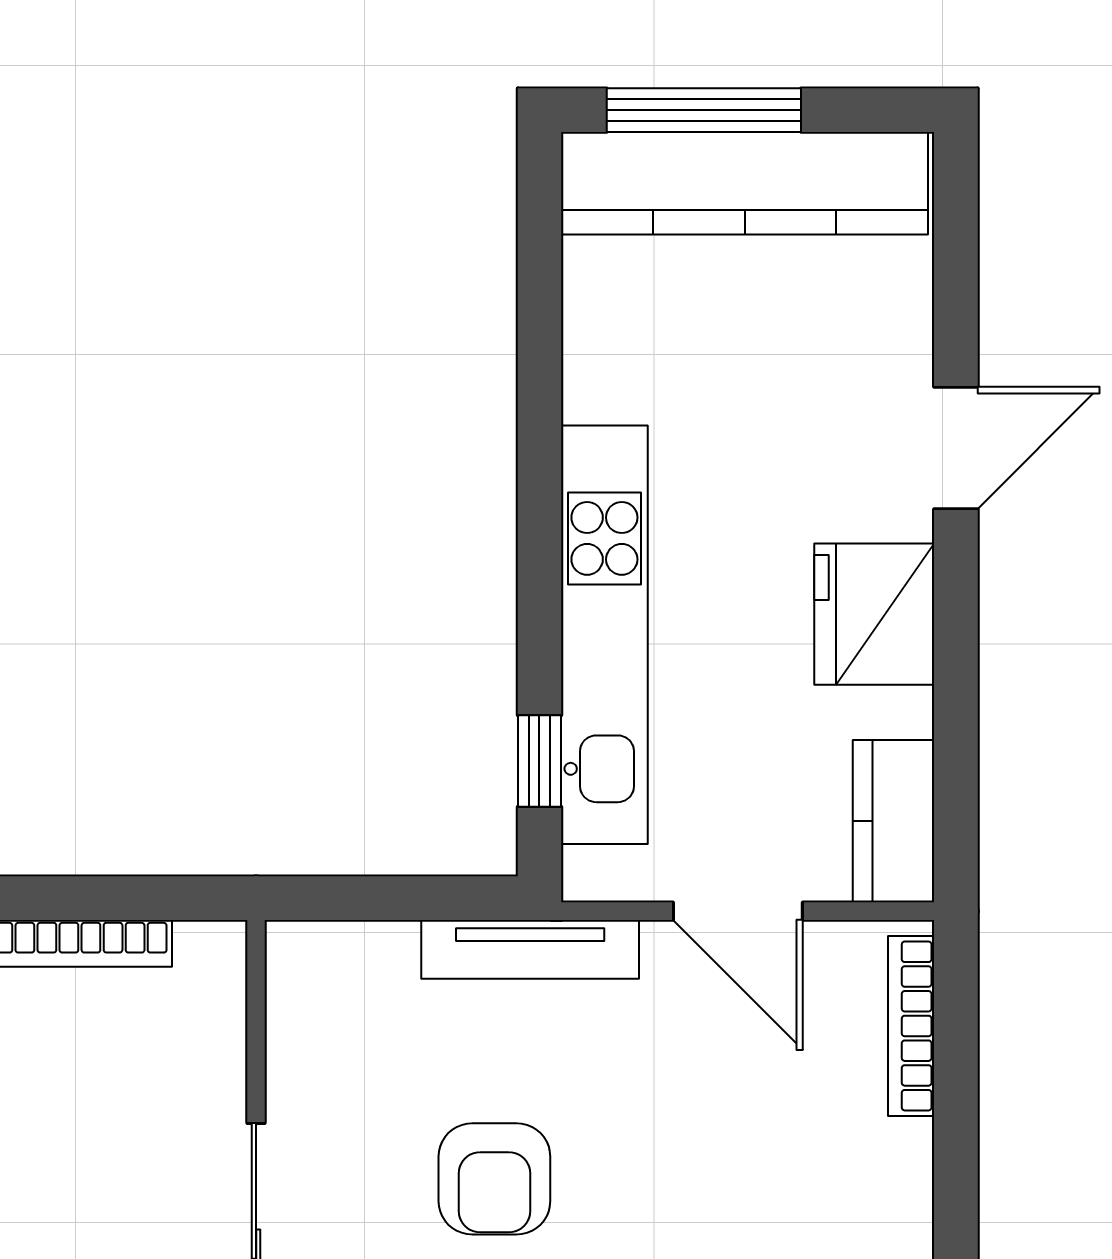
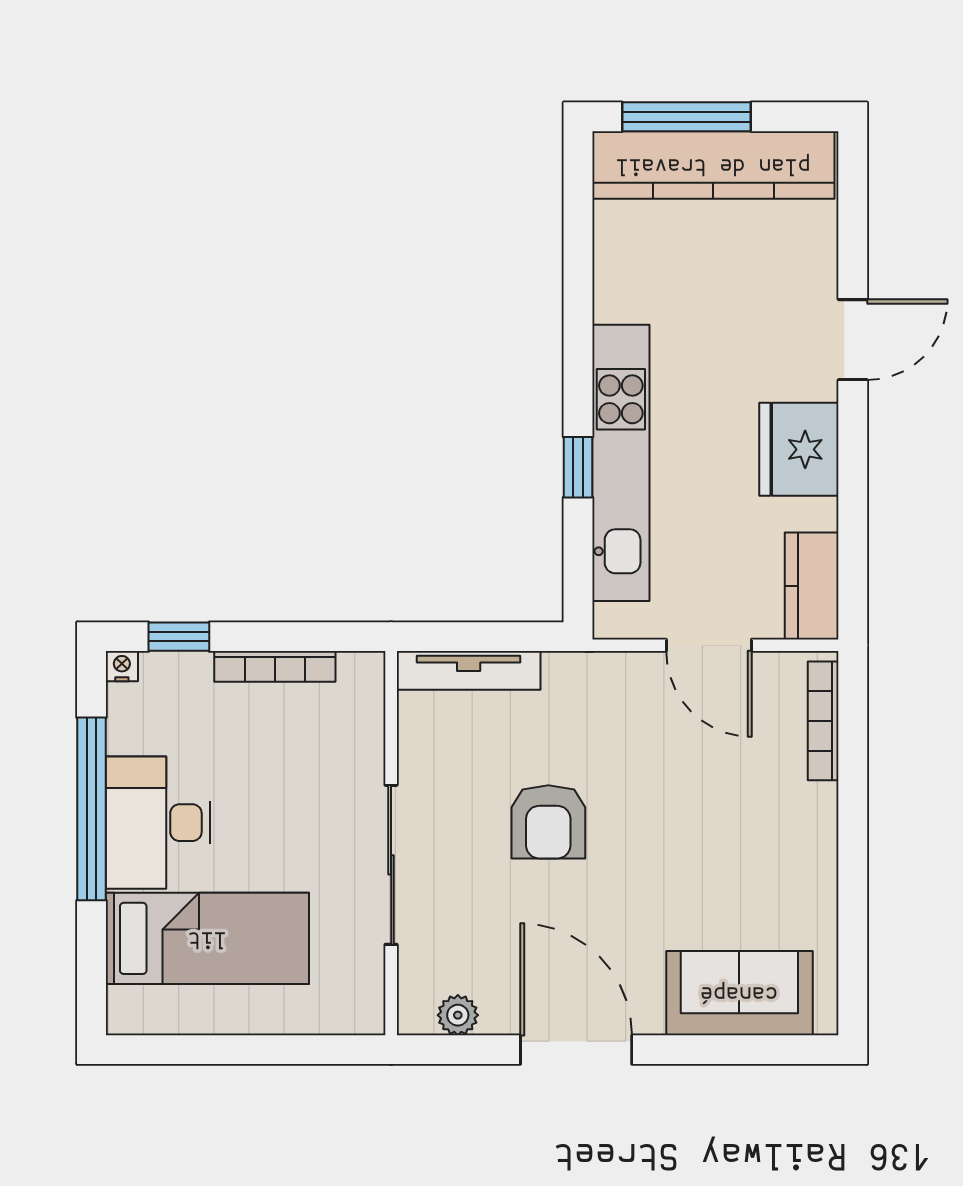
window: (539, 761) -> (578, 467), moved
tv unit: (530, 949) -> (469, 670), moved

